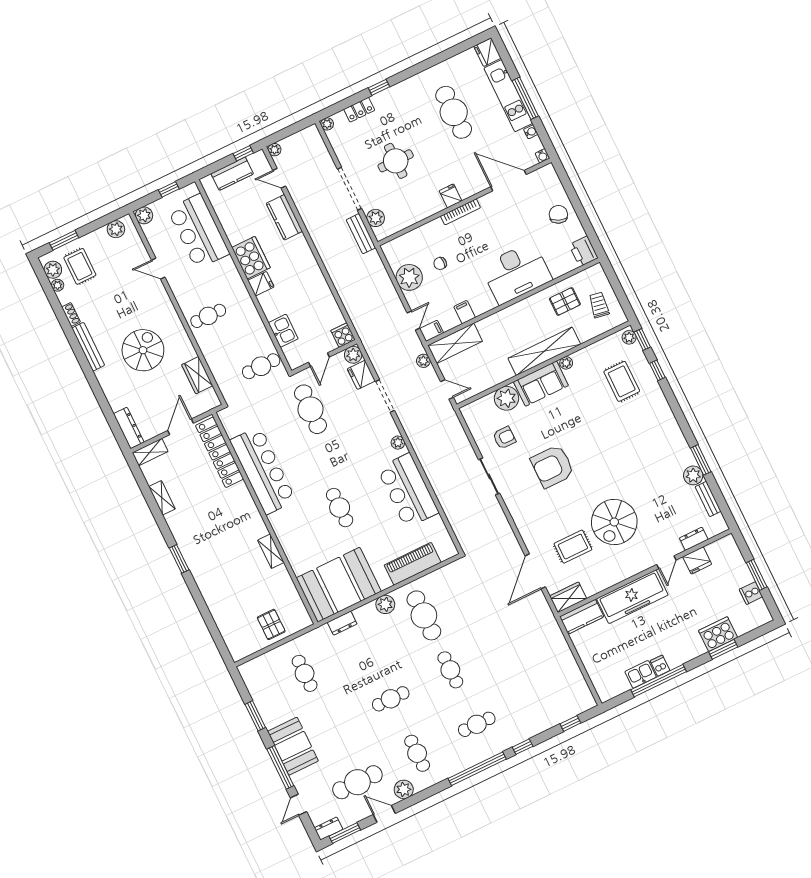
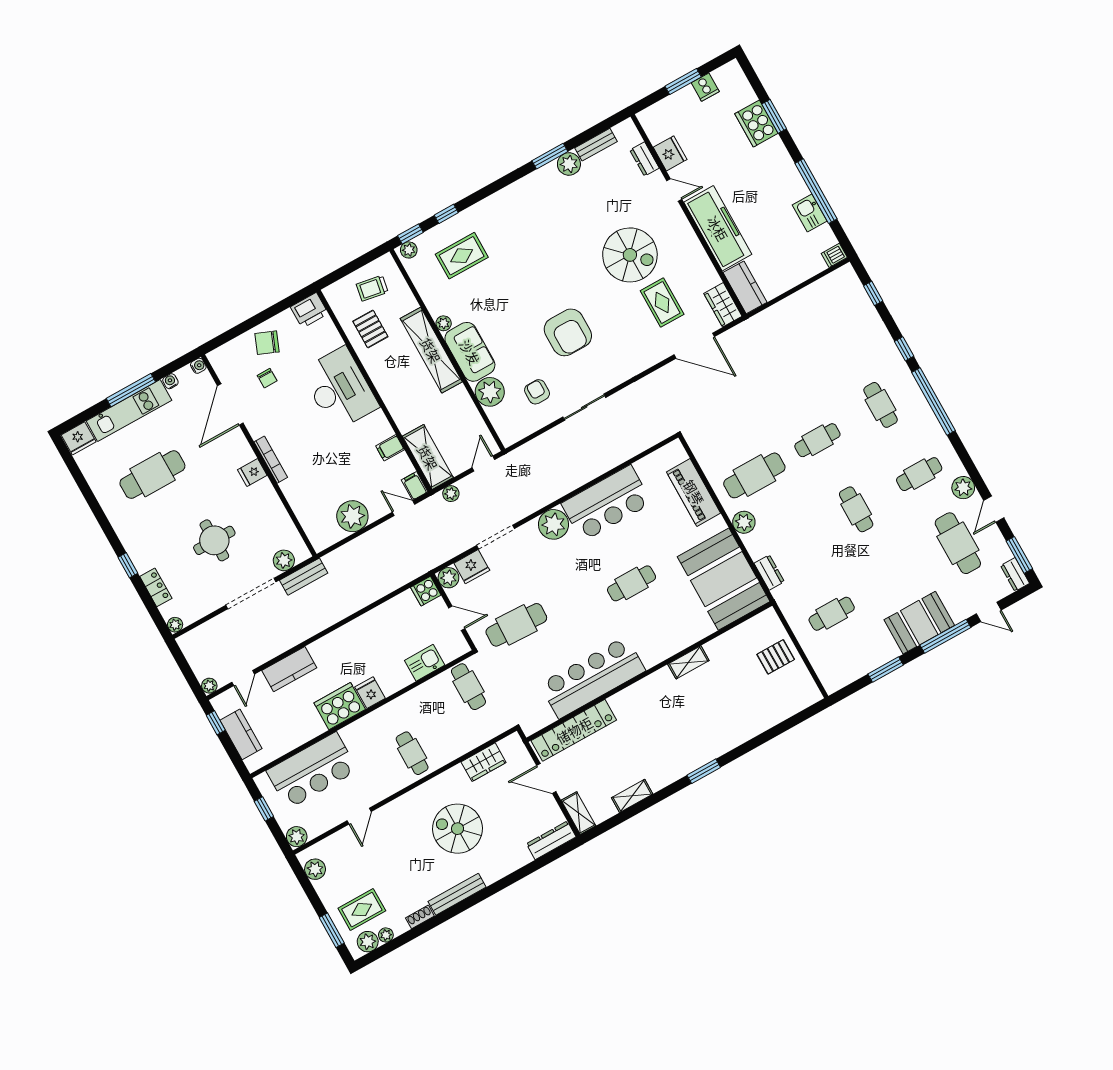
chair: (440, 263) -> (267, 378), moved
plant: (398, 443) -> (554, 524), width x1.88, depth x1.88
dishwasher: (660, 666) -> (834, 255), moved

